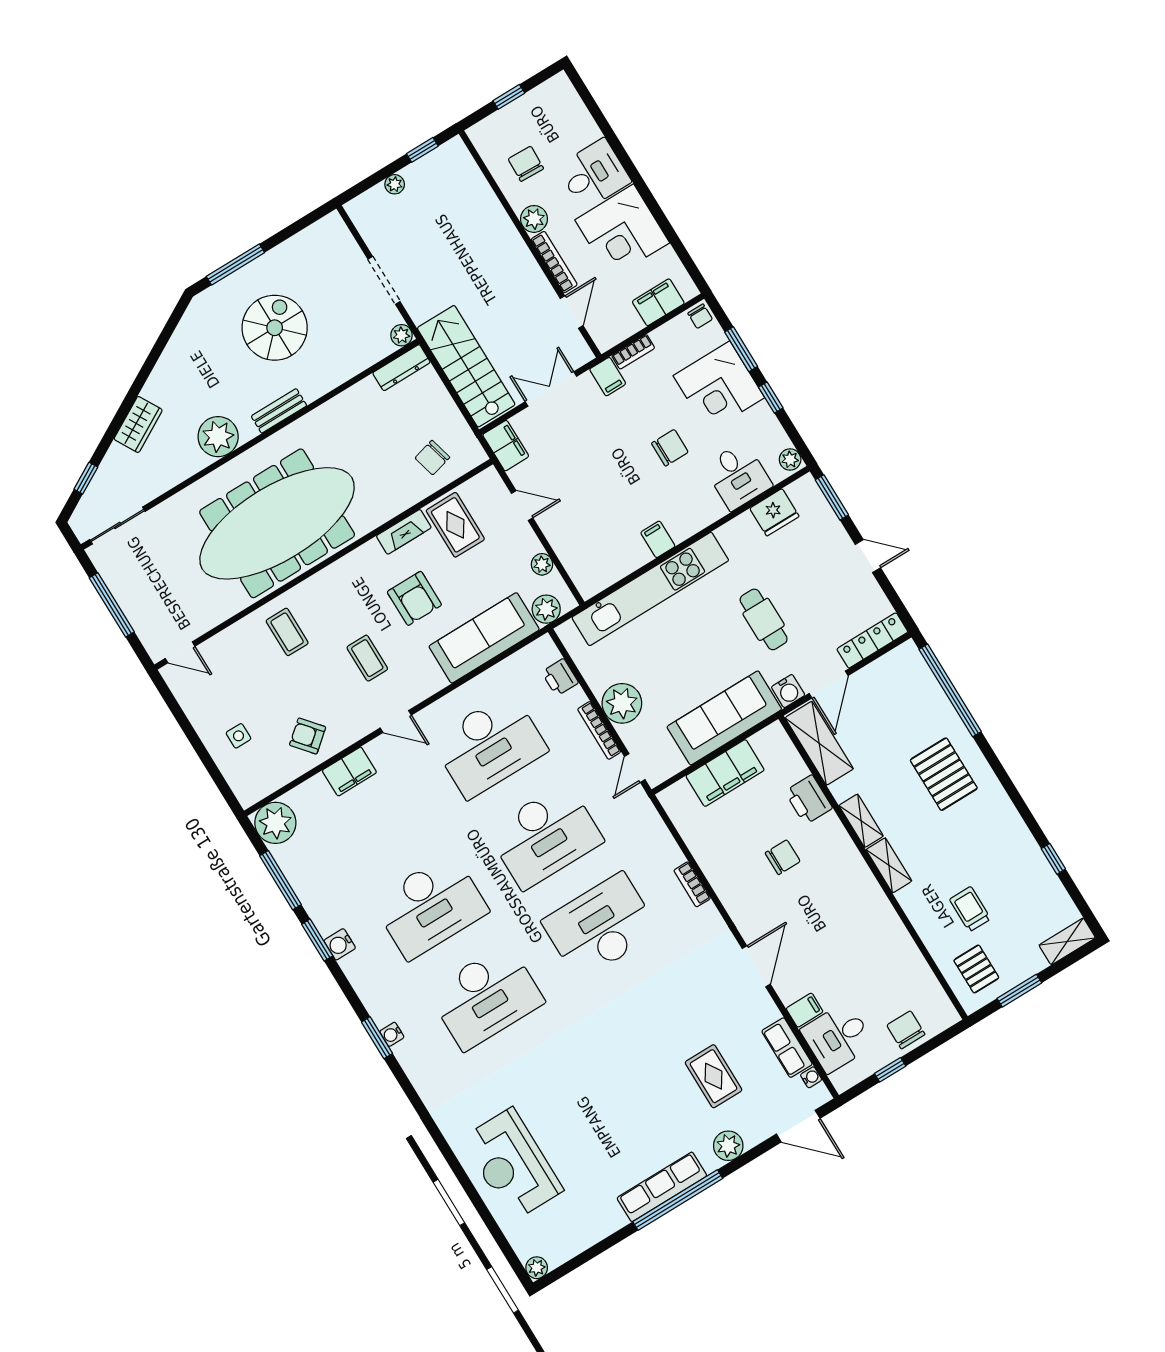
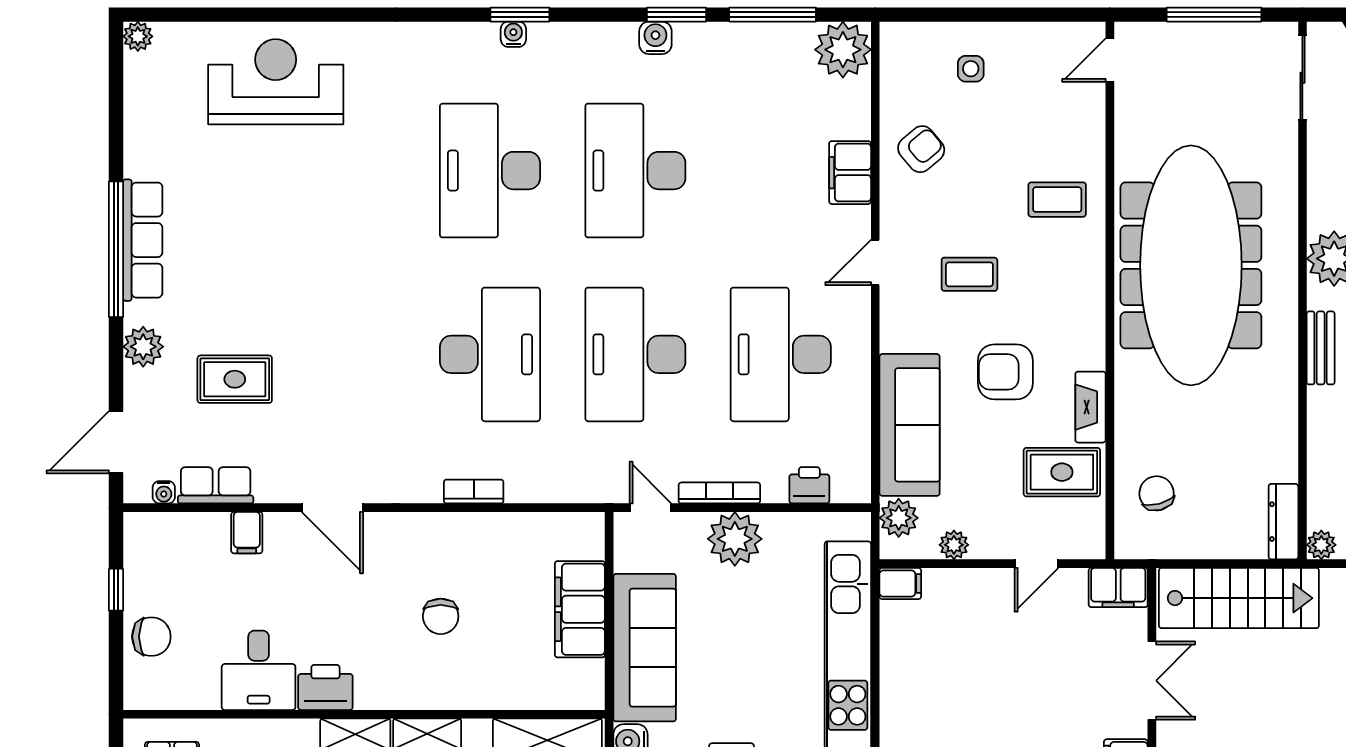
filing cabinet: (658, 539) -> (900, 583), moved
printer: (809, 800) -> (325, 687), moved
desk: (837, 1037) -> (259, 670), moved, turned 180

